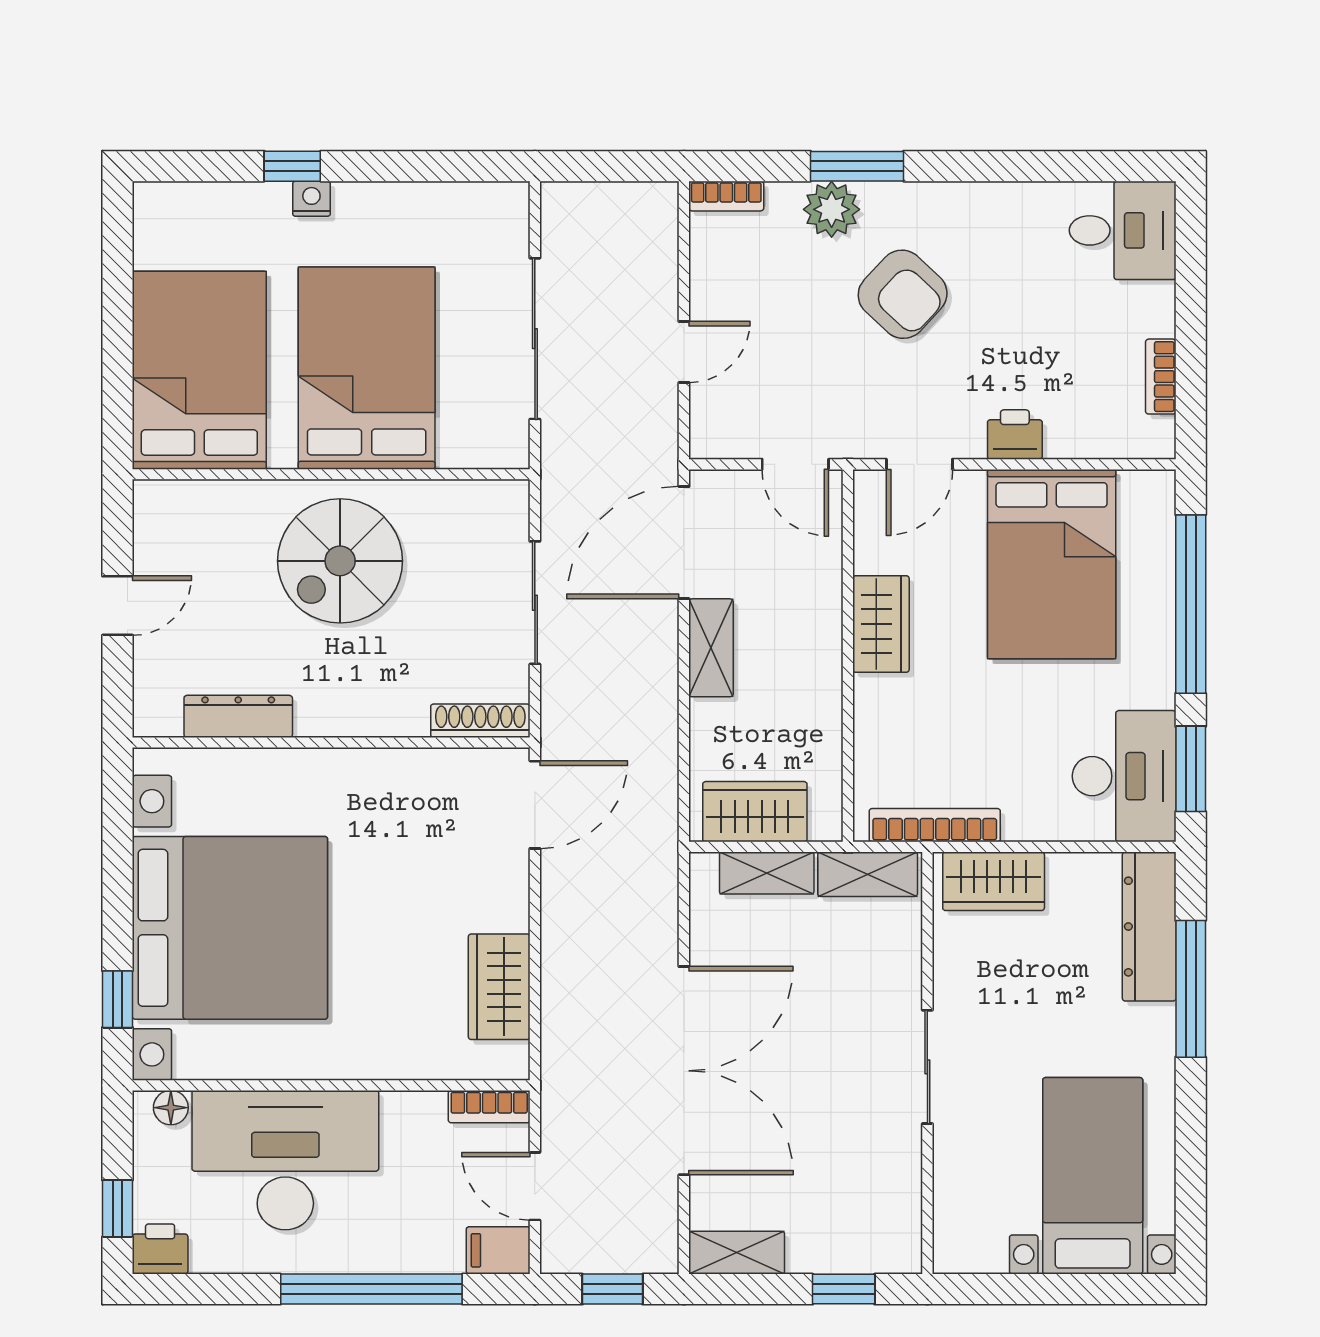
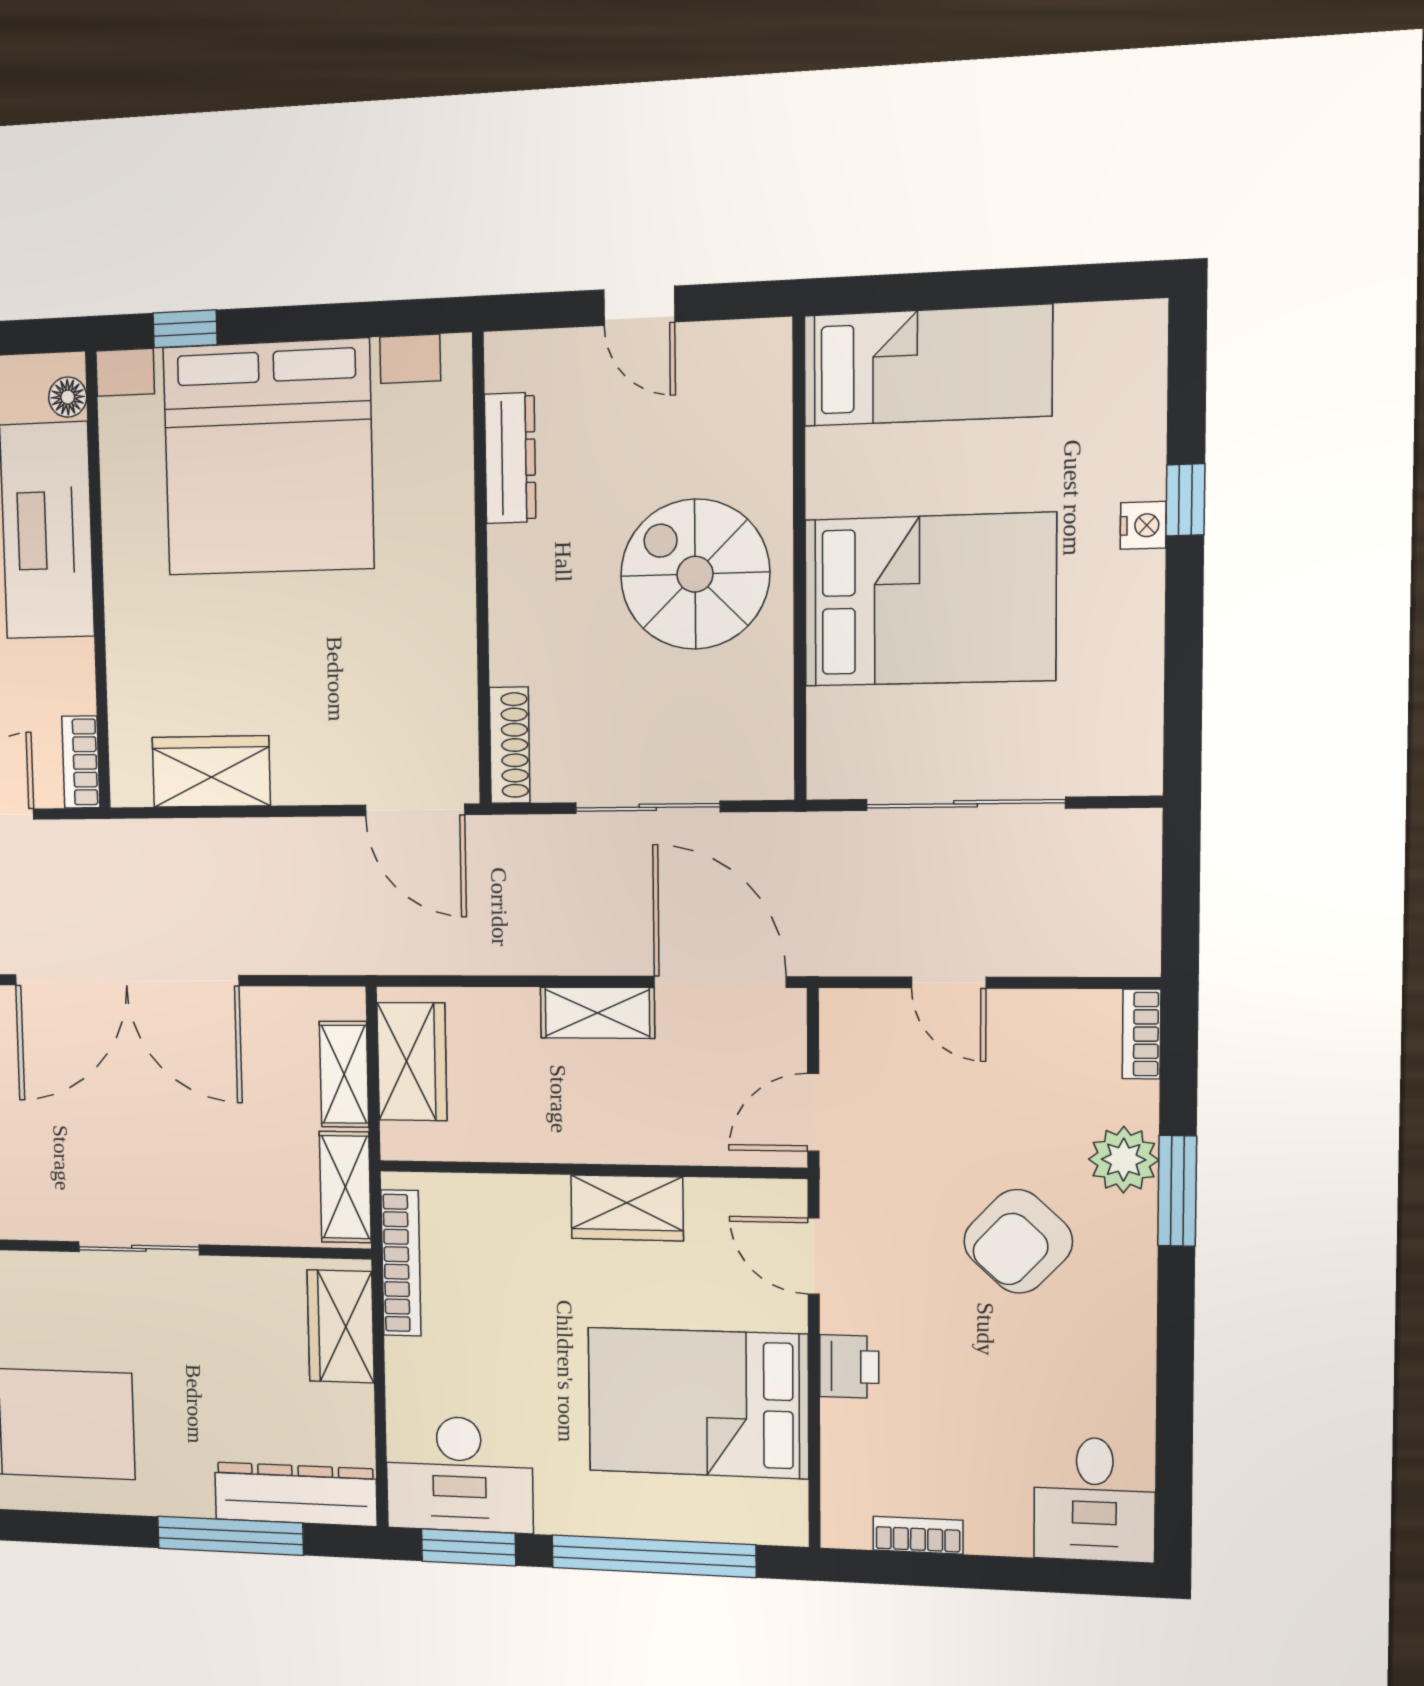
bed: (199, 370) -> (927, 366), width x0.67

